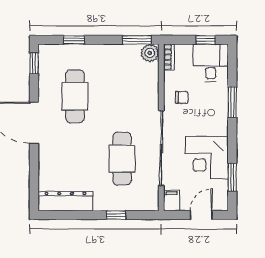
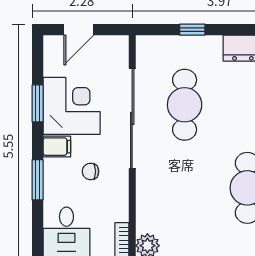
chair: (182, 97) -> (91, 171), moved
window: (232, 177) -> (38, 103), moved
filing cabinet: (172, 200) -> (57, 147), moved, turned -90

